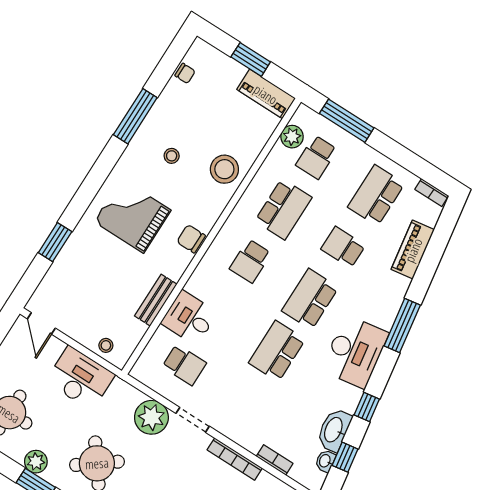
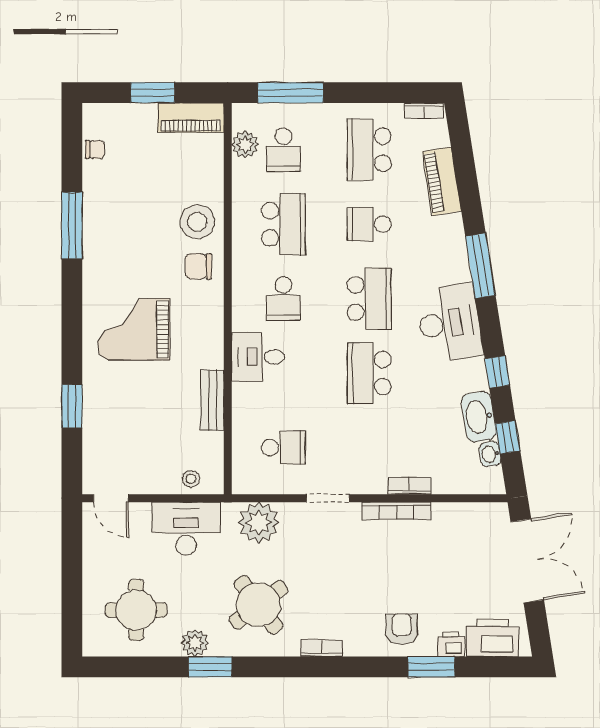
stool: (172, 156) -> (135, 242), removed
chair: (191, 239) -> (198, 266), moved
school desk: (310, 299) -> (369, 299), turned 180
desk: (189, 318) -> (258, 357), moved
plant: (151, 417) -> (259, 522), moved
bookcase: (275, 460) -> (409, 486), moved

